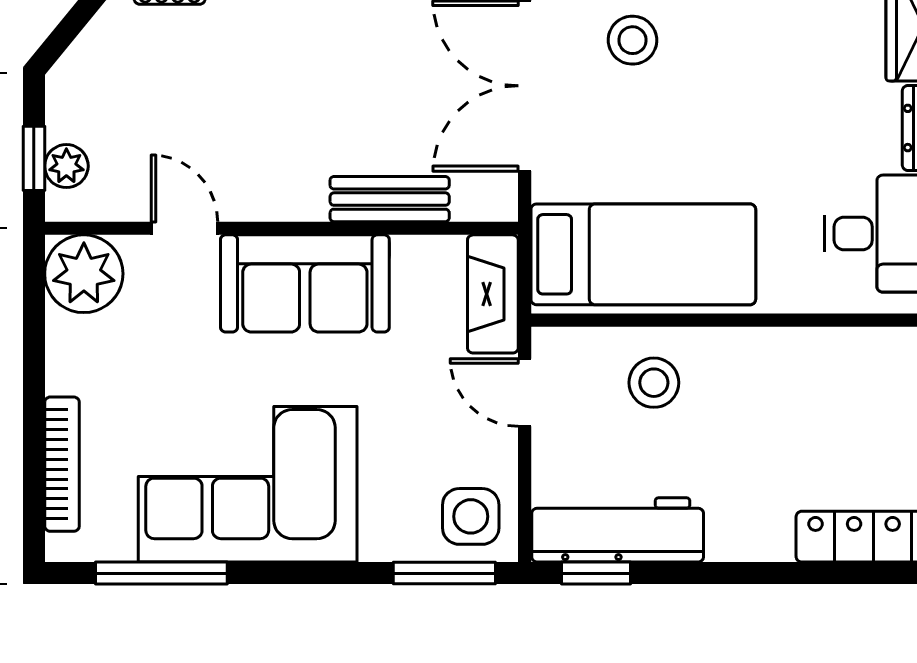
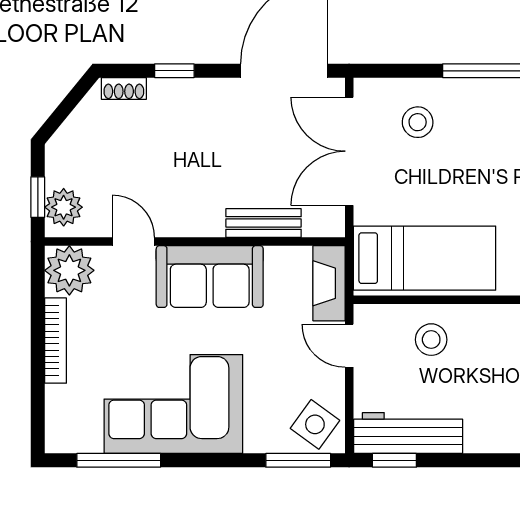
plant: (66, 166) -> (64, 207), width x1.38, depth x1.38
bookcase: (62, 464) -> (56, 341), moved
side table: (471, 516) -> (315, 424), turned 36

